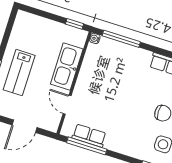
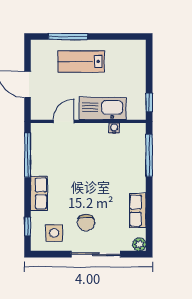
water cooler: (95, 38) -> (114, 128), moved
row of seats: (89, 136) -> (39, 193), moved

